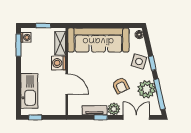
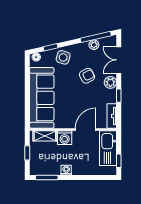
washing machine: (26, 37) -> (66, 170), moved
window: (152, 63) -> (51, 47), moved
plant: (147, 89) -> (94, 45), width x0.53, depth x0.53
kitchen sink: (29, 91) -> (108, 148), moved, turned -90
tv unit: (95, 110) -> (112, 116), moved

